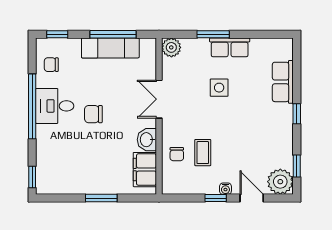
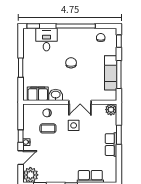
side table: (219, 88) -> (74, 125), moved
double door: (159, 99) -> (80, 102), swing flipped
desk: (55, 106) -> (46, 40), moved

